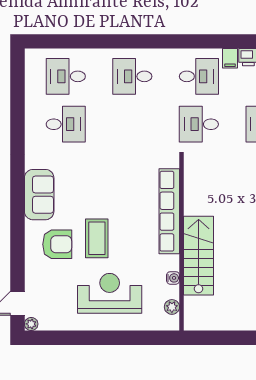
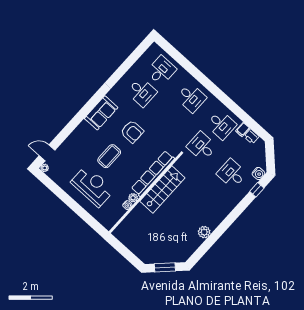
desk: (66, 76) -> (161, 71), turned 90
desk: (132, 76) -> (191, 98), turned 180
armchair: (57, 244) -> (132, 132), moved
stairs: (199, 256) -> (162, 189), moved
plant: (172, 307) -> (133, 198), moved

